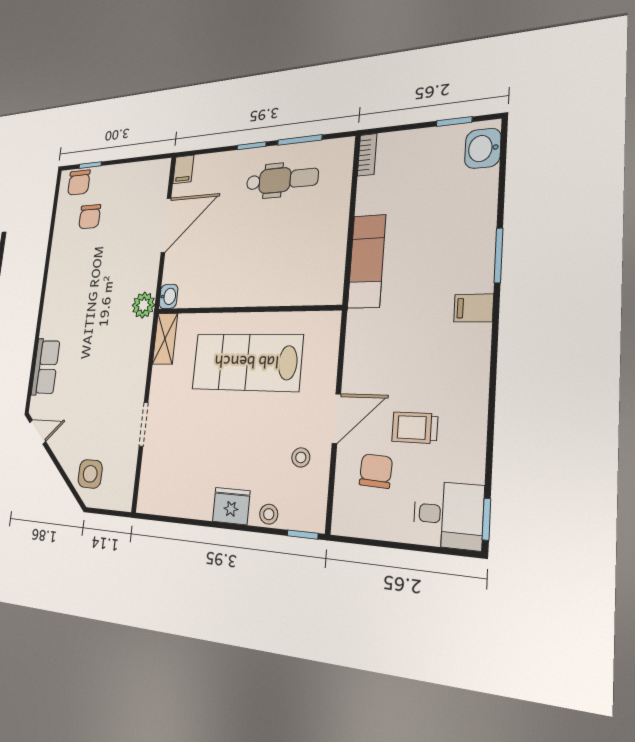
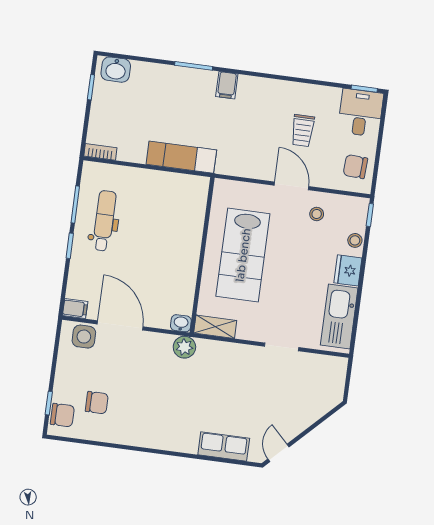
chair: (376, 471) -> (355, 167), moved
side table: (90, 474) -> (84, 337), moved
kitchen sink: (177, 497) -> (339, 316), added

